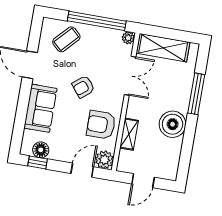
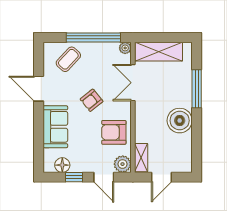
double door: (130, 76) -> (133, 83), swing flipped
shelving: (129, 134) -> (141, 158), moved
window: (38, 162) -> (74, 177), moved
door: (82, 170) -> (104, 177), swing flipped

